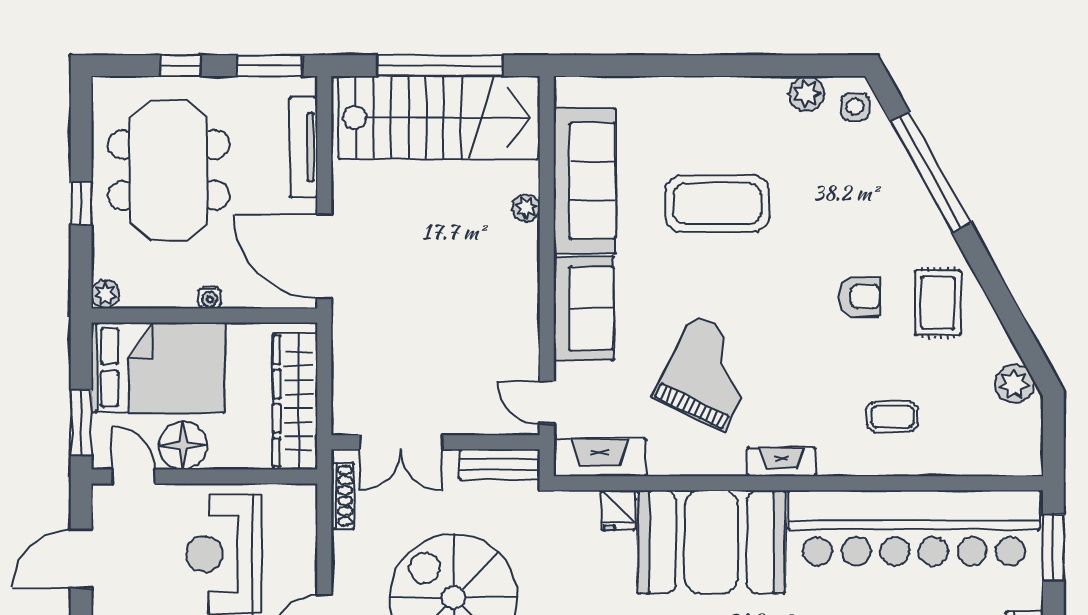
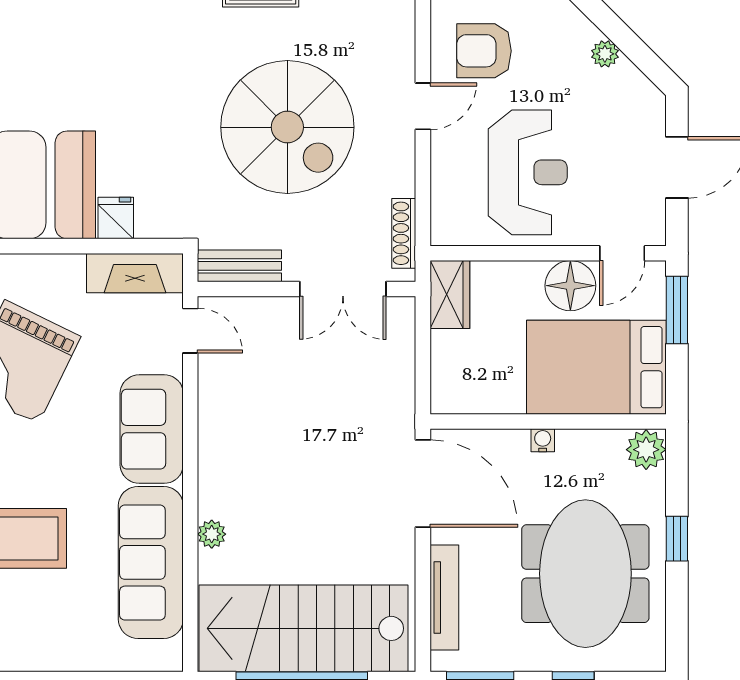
plant: (105, 294) -> (646, 450), width x1.38, depth x1.38
wardrobe: (295, 401) -> (450, 295), width x0.48, depth x0.85
double door: (401, 442) -> (343, 289), swing flipped
door: (134, 476) -> (622, 253), hinge flipped

